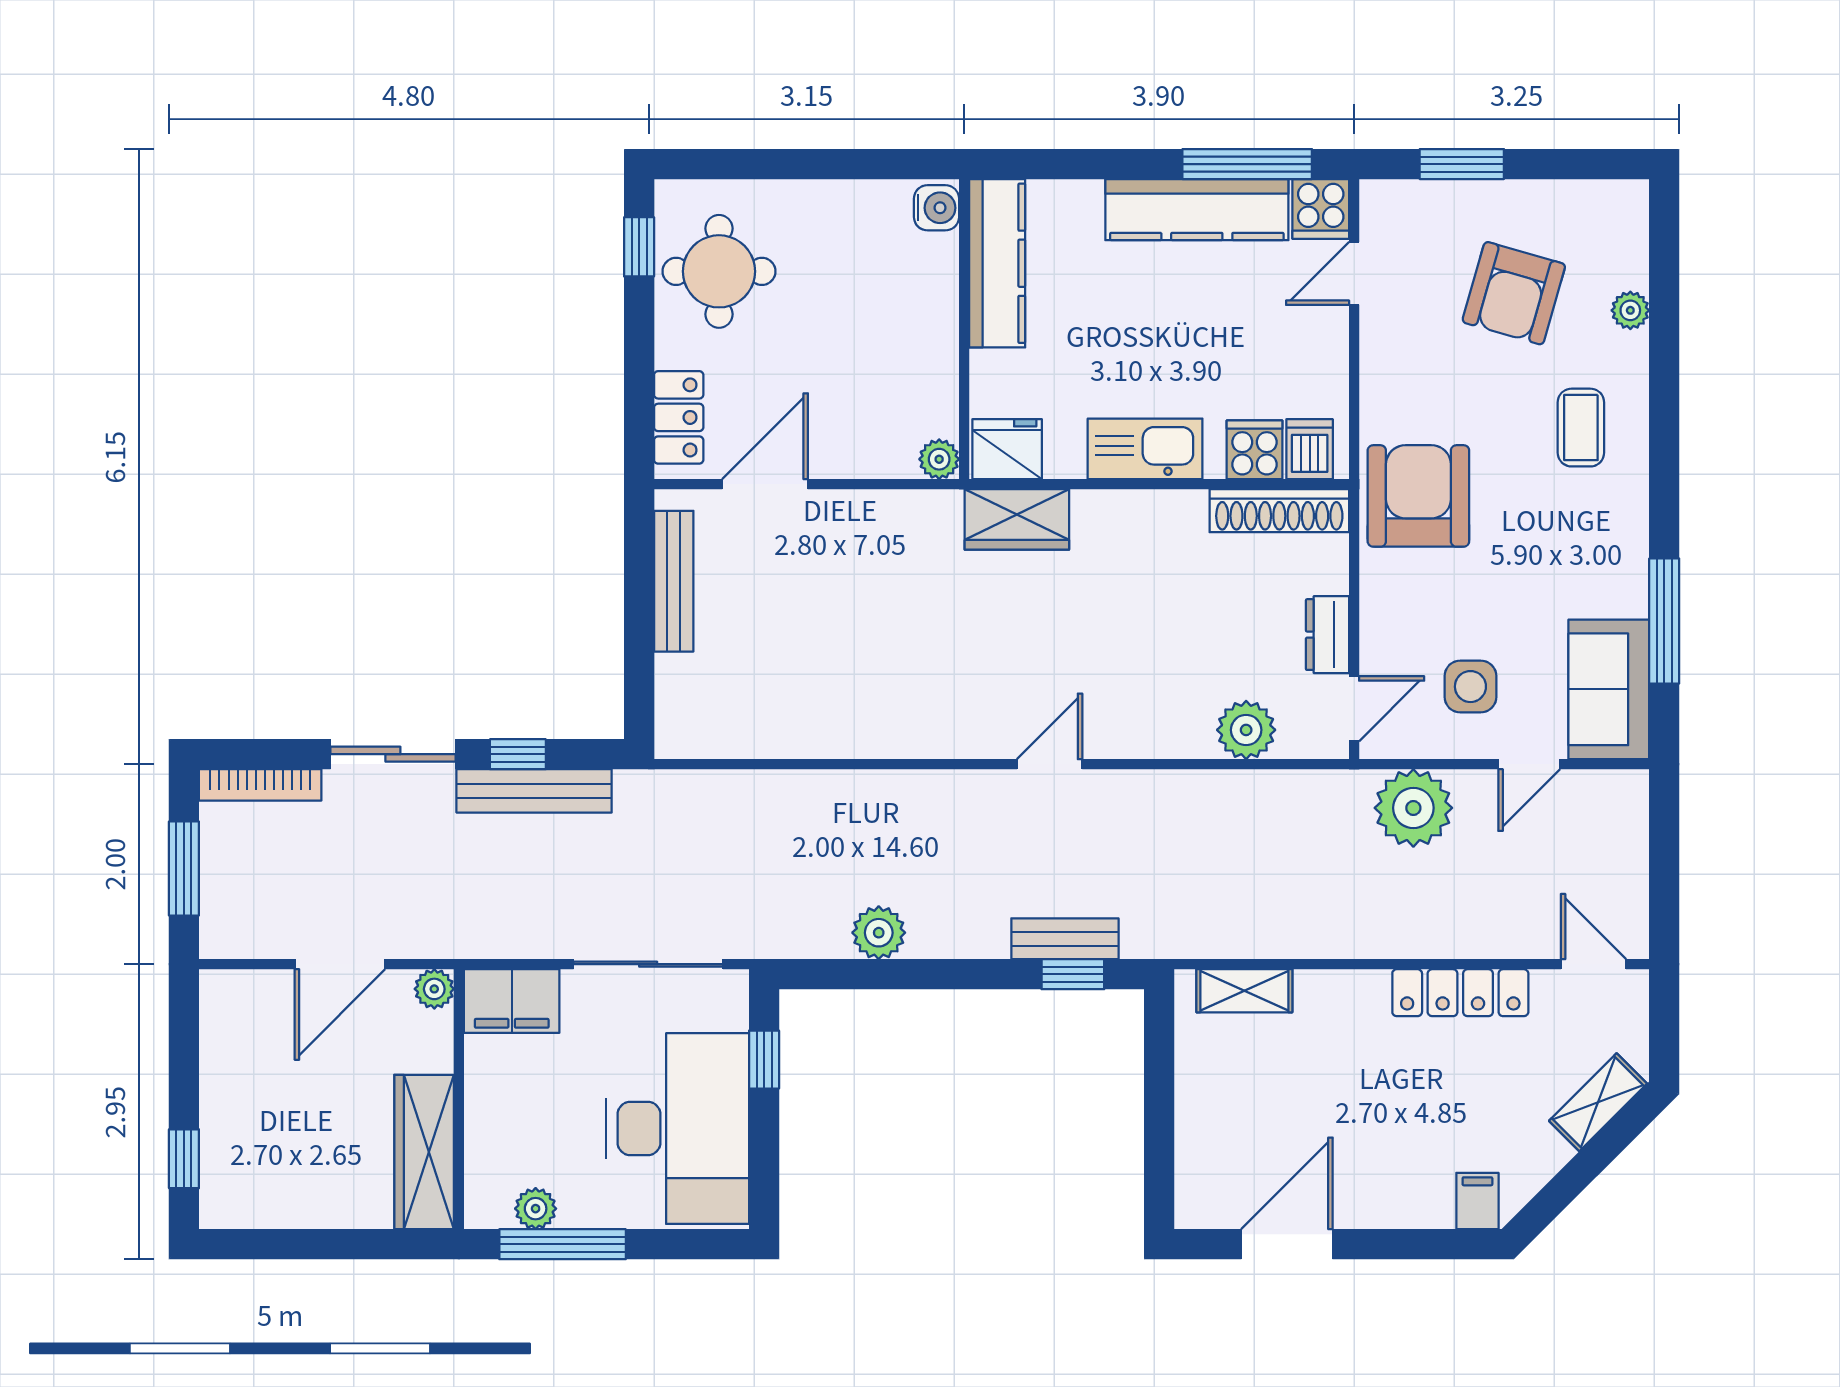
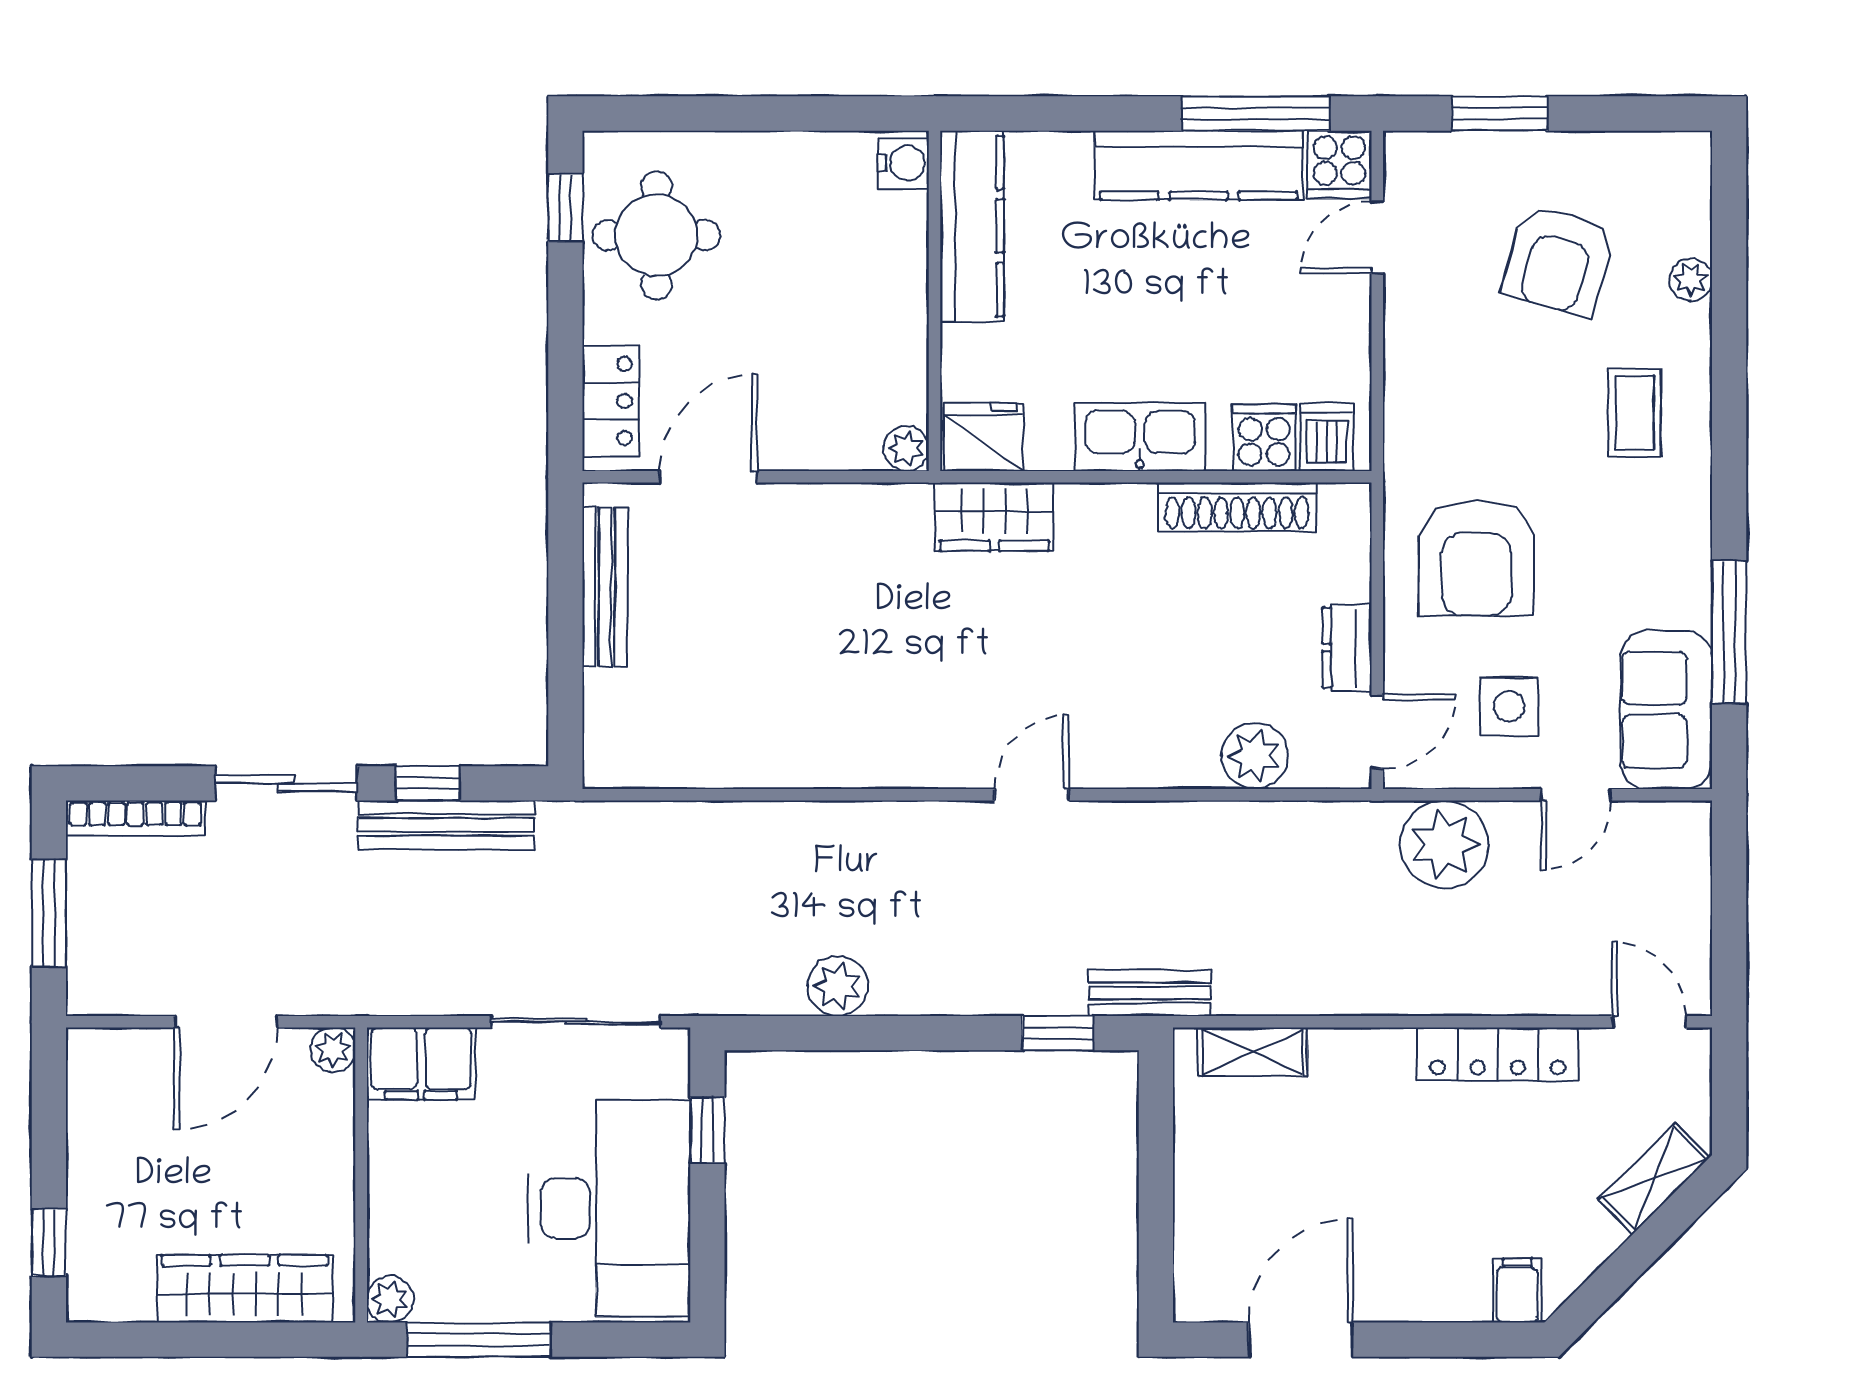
armchair: (1418, 496) -> (1476, 558), moved, turned 180
shoe rack: (1279, 511) -> (1237, 507), moved
bench: (1065, 939) -> (1149, 993), moved
wardrobe: (424, 1152) -> (245, 1289), moved, turned 90
plant: (536, 1209) -> (390, 1299), moved

